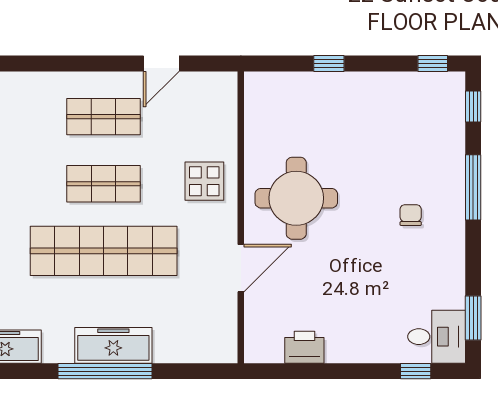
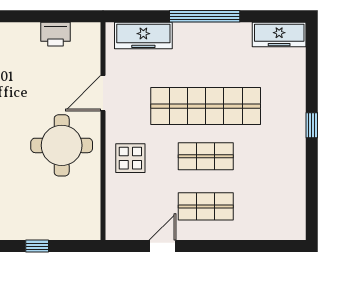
freezer: (113, 345) -> (143, 35), moved

